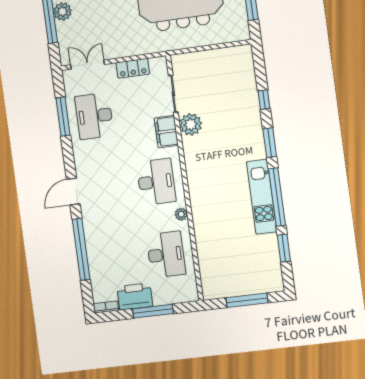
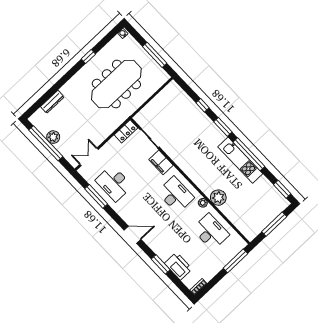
locker: (133, 68) -> (126, 131), moved
plant: (191, 124) -> (218, 198), moved
door: (73, 192) -> (133, 235), swing flipped
window: (284, 248) -> (282, 189), moved
window: (81, 249) -> (161, 264), width x0.47
printer: (135, 296) -> (178, 266), moved, turned 90
window: (153, 311) -> (235, 261), moved

